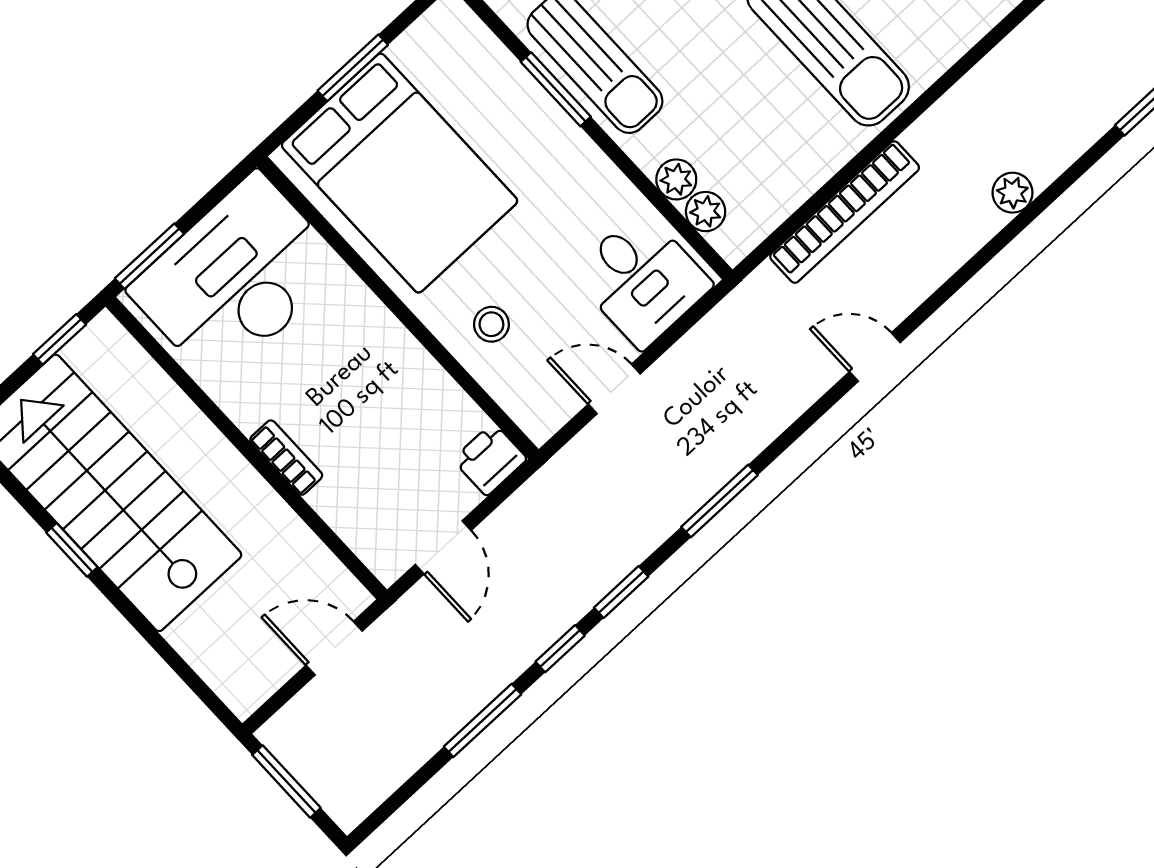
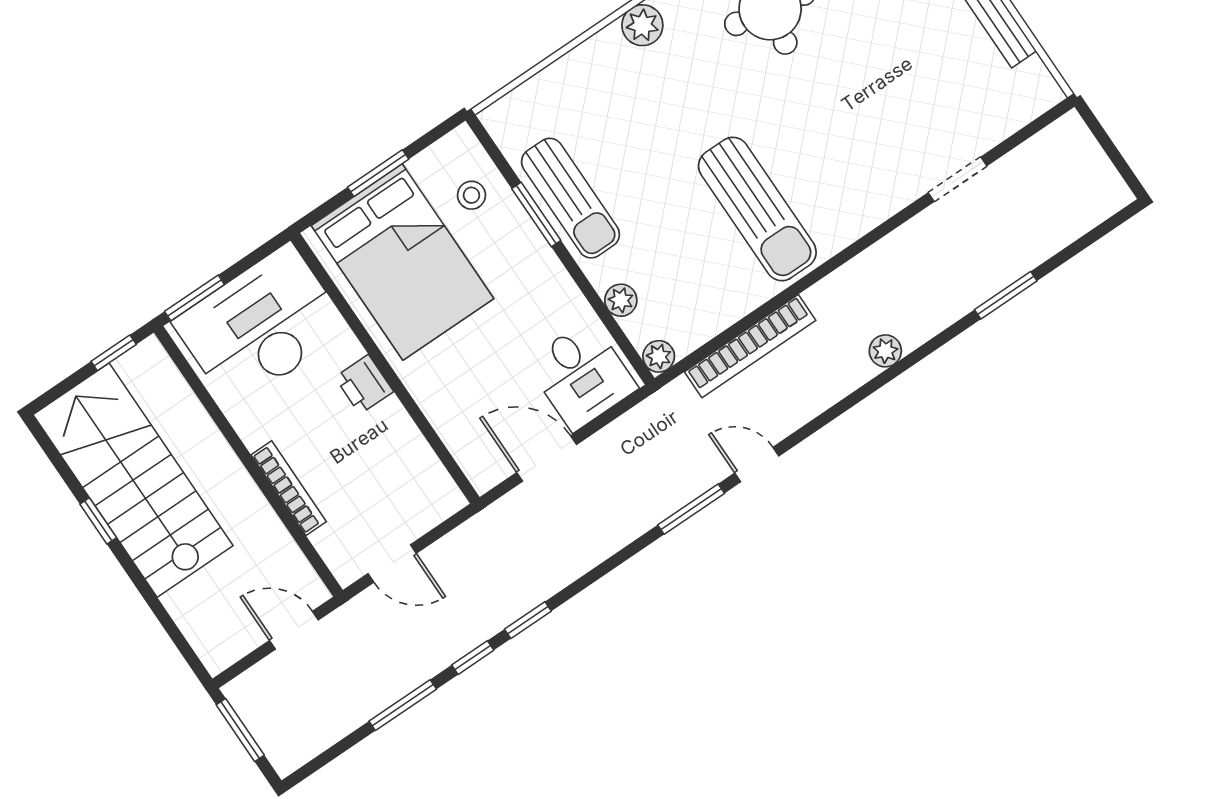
plant: (706, 212) -> (659, 356), moved
stool: (491, 324) -> (471, 195), moved
door: (614, 389) -> (547, 459), width x1.37
bookcase: (286, 458) -> (289, 488), width x1.56
printer: (490, 459) -> (364, 384), moved, turned -90
window: (719, 501) -> (691, 509), moved
door: (443, 547) -> (392, 563), hinge flipped

